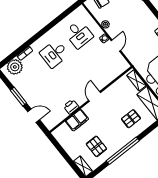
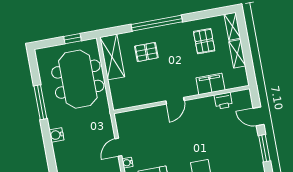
shelving: (136, 80) -> (237, 54), moved
printer: (71, 107) -> (223, 101), moved
window: (123, 151) -> (157, 23), moved

